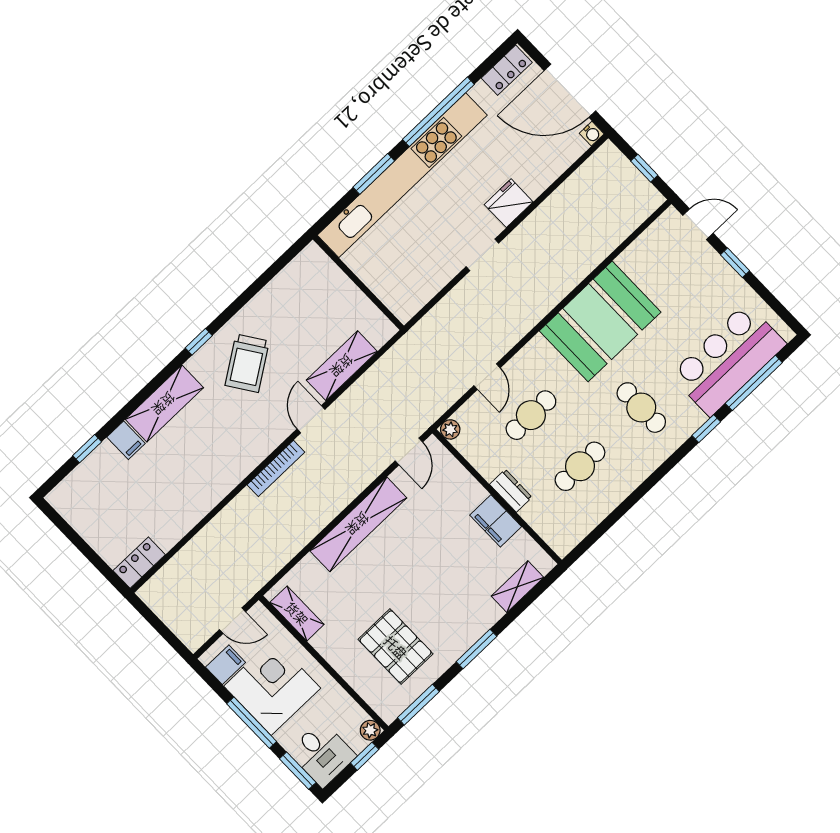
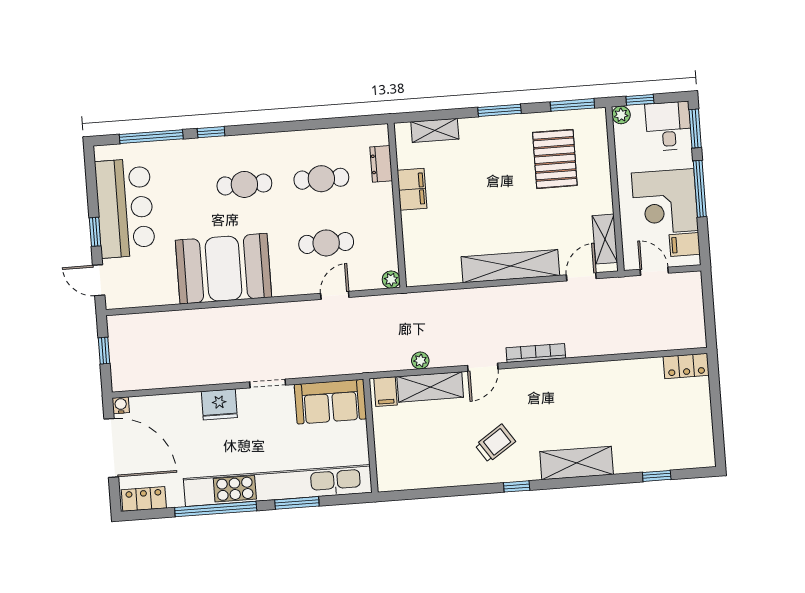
sofa: (416, 283) -> (330, 402), added
bar counter: (728, 359) -> (125, 208), moved, turned -90
trolley: (247, 363) -> (495, 443), width x0.73, depth x0.72
plant: (369, 381) -> (420, 361), added
cafe table: (641, 408) -> (244, 184), turned 90
filing cabinet: (126, 440) -> (386, 392), moved, turned 180
door: (409, 452) -> (581, 277), moved
dresser: (511, 491) -> (381, 164), moved

